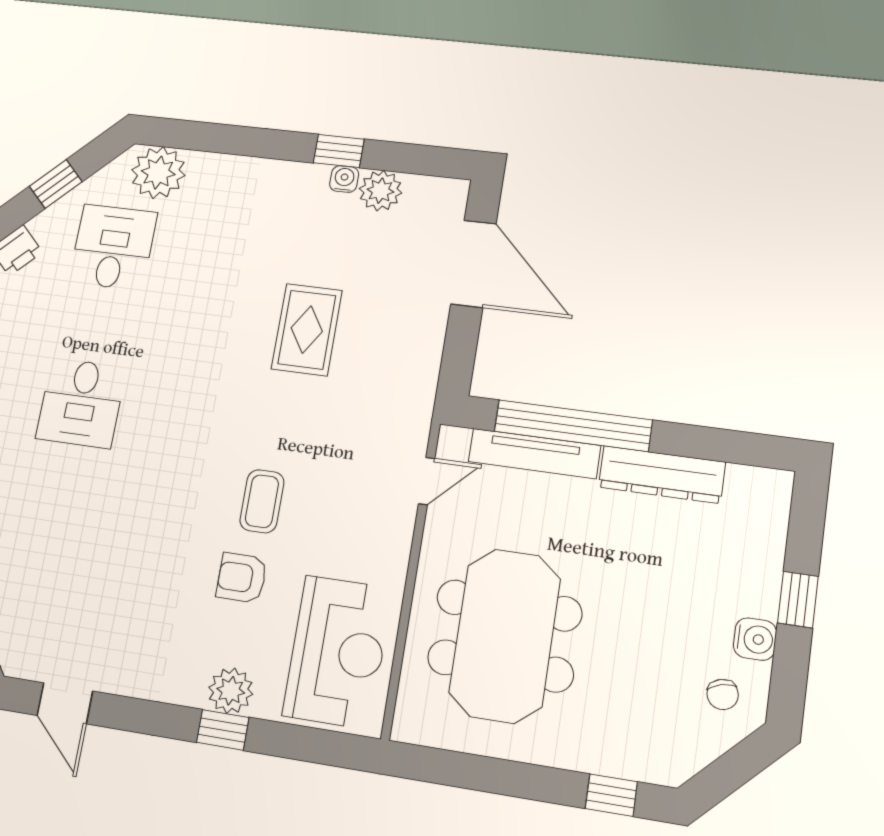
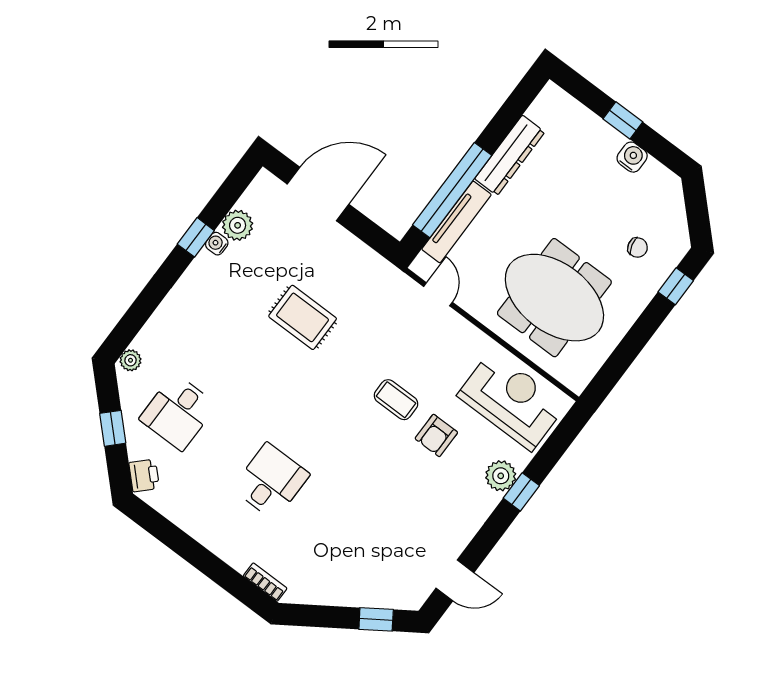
plant: (158, 173) -> (130, 360), width x0.53, depth x0.53
desk: (113, 247) -> (178, 412), turned -90
desk: (81, 403) -> (271, 482), turned -90
chair: (723, 694) -> (638, 248), moved

